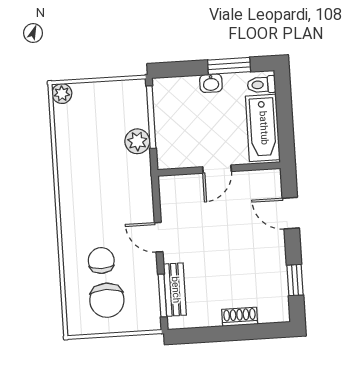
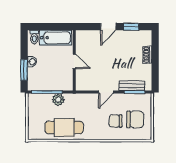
window: (229, 66) -> (24, 70), moved
plant: (62, 94) -> (32, 135), removed
cafe table: (81, 157) -> (64, 127), added
door: (291, 213) -> (108, 27), moved

